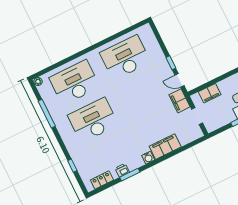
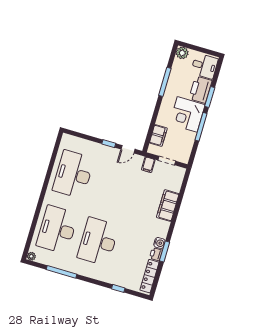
filing cabinet: (180, 101) -> (148, 165), width x0.50
water cooler: (148, 158) -> (159, 243), moved
locker: (102, 180) -> (149, 276), width x1.53

